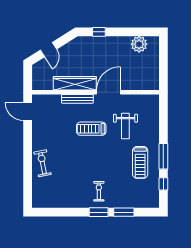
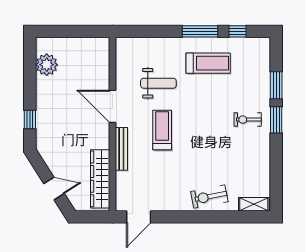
wardrobe: (75, 83) -> (100, 179), moved
treadmill: (91, 129) -> (162, 130), turned 180
shelving: (37, 196) -> (254, 204), added

